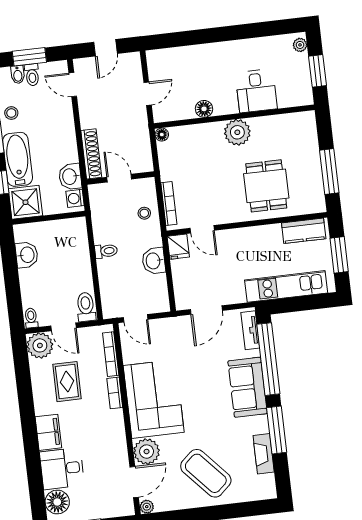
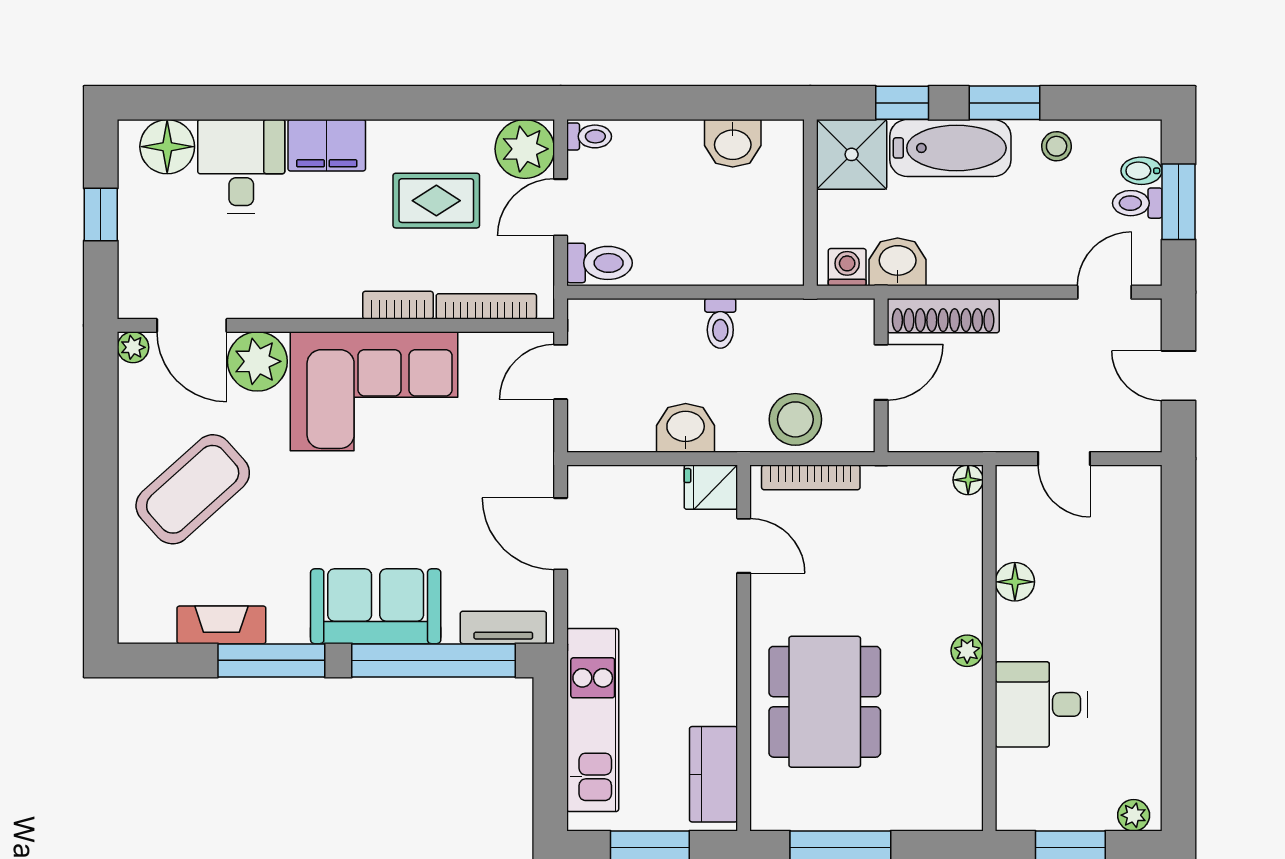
plant: (237, 132) -> (967, 651), width x0.53, depth x0.53
dining table: (266, 186) -> (825, 702), width x1.38
stool: (144, 213) -> (795, 419), width x1.89, depth x1.89
door: (202, 229) -> (744, 546), swing flipped

